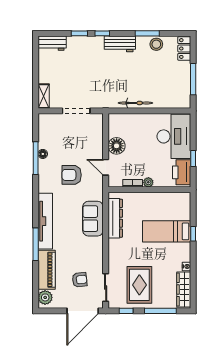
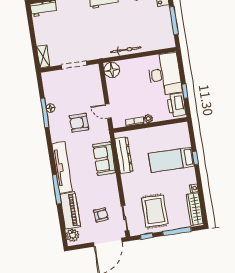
floor lamp: (117, 146) -> (112, 70), moved

